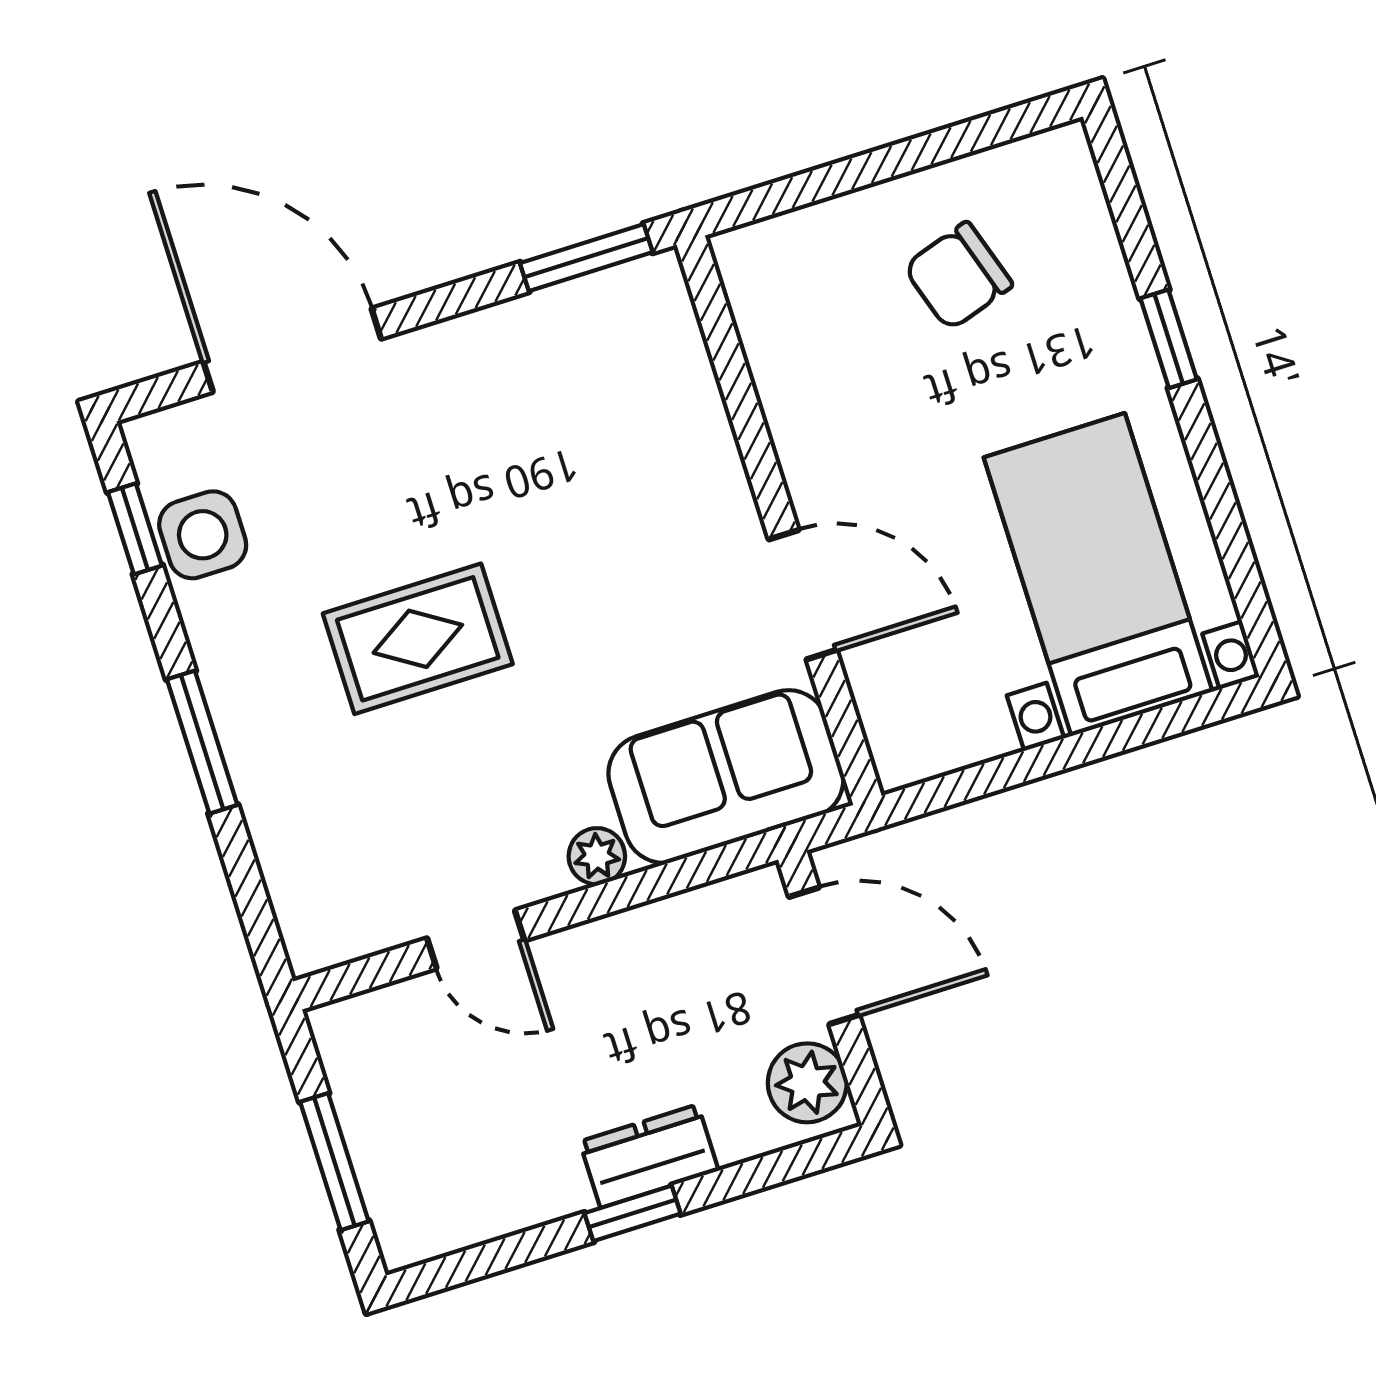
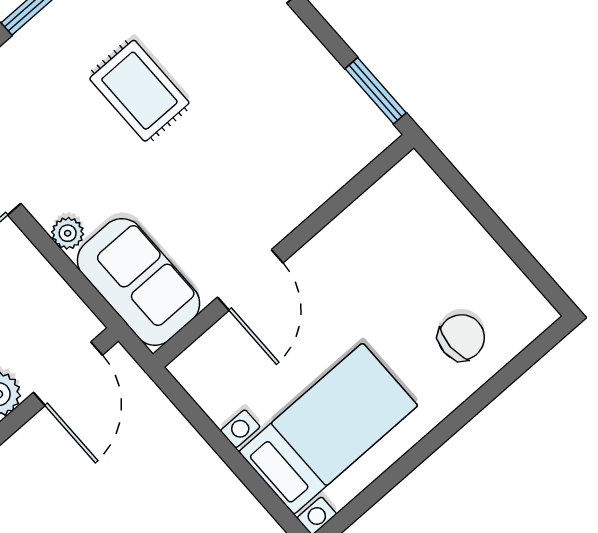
chair: (958, 276) -> (461, 337), moved, turned 108
window: (1169, 339) -> (467, 411), removed

